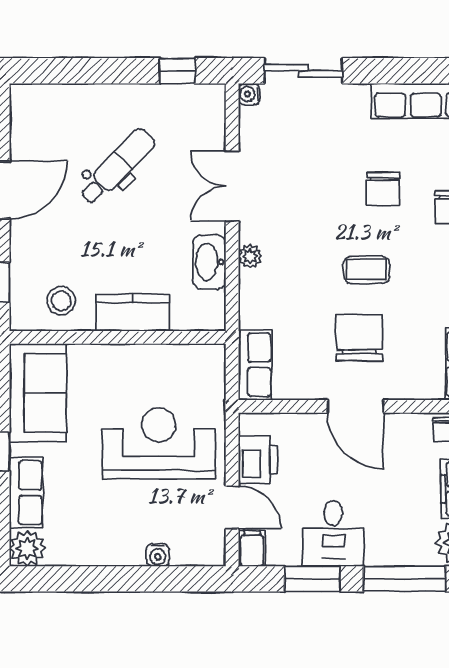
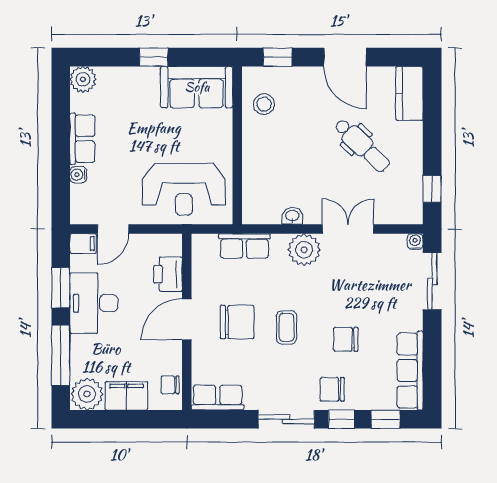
plant: (250, 256) -> (304, 250), width x1.88, depth x1.88
washbasin: (209, 262) -> (292, 216), width x0.52, depth x0.69
kitchen counter: (133, 313) -> (409, 93), moved, turned 180
row of seats: (255, 365) -> (244, 246), moved
reception desk: (159, 443) -> (184, 189), moved, turned 90
printer: (258, 460) -> (168, 274), moved, turned 90
row of seats: (26, 493) -> (82, 139), moved, turned -90
desk: (333, 534) -> (94, 303), width x1.37

